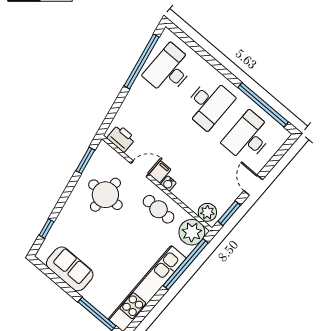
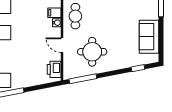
window: (85, 160) -> (83, 79), width x1.44
filing cabinet: (160, 172) -> (54, 13), moved

